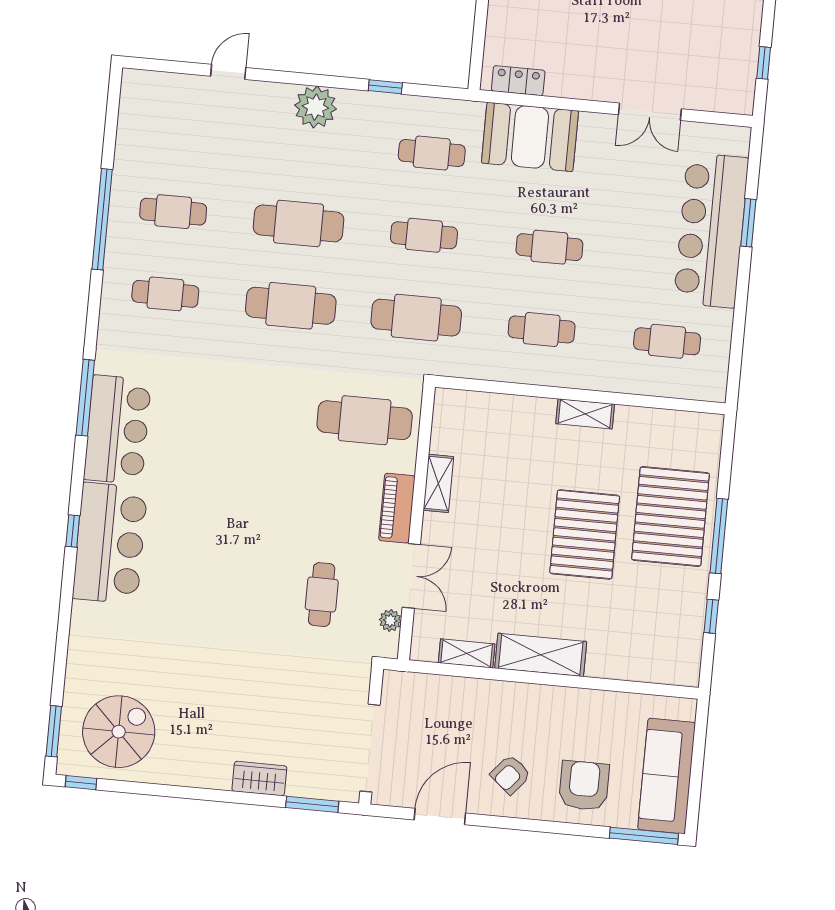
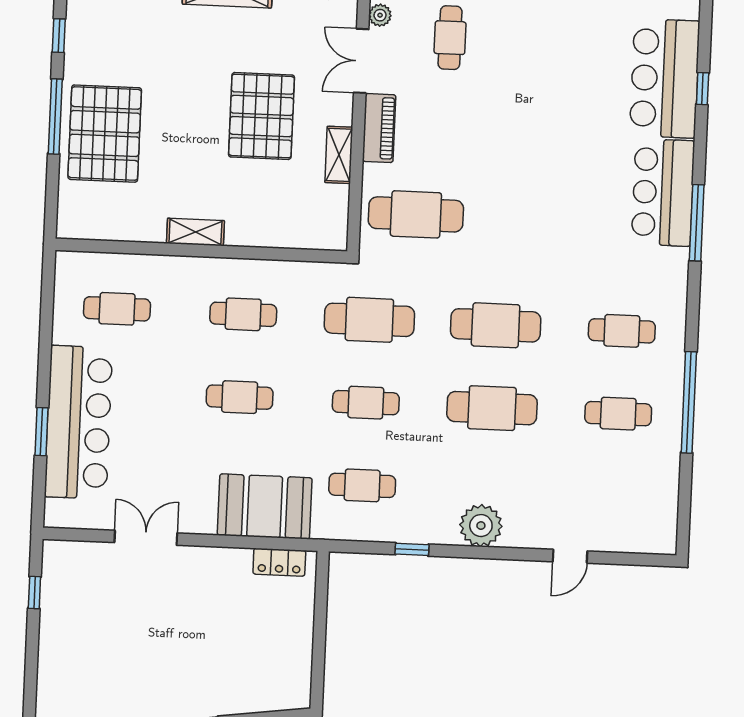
pallet: (585, 534) -> (262, 116), moved

